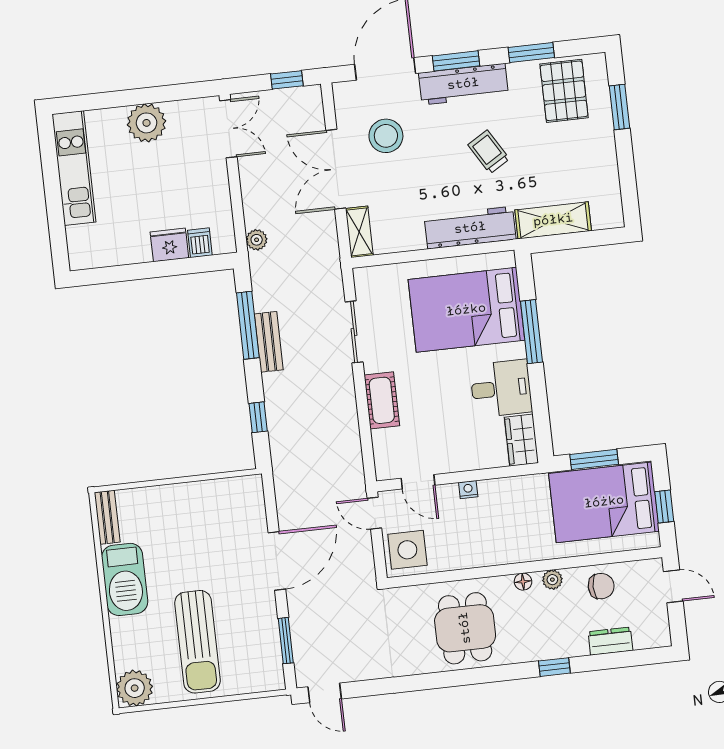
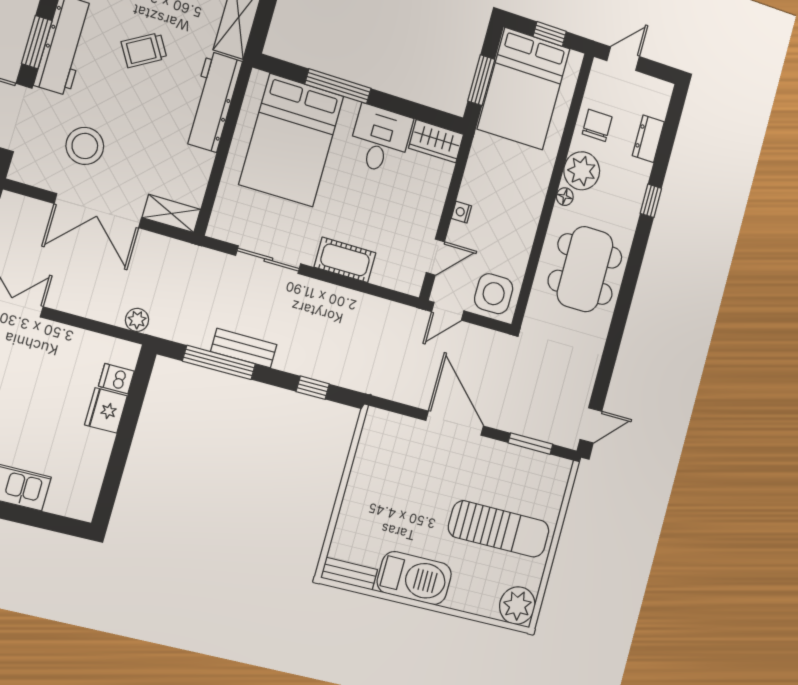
plant: (552, 580) -> (582, 171), width x1.88, depth x1.88
dining table: (465, 628) -> (585, 269), width x1.37

